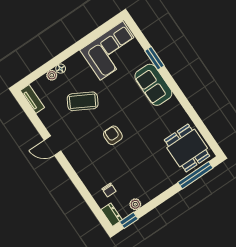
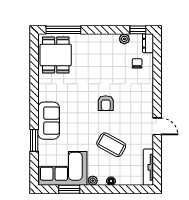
window: (93, 36) -> (69, 189), added
plant: (52, 75) -> (93, 181), moved
tv unit: (32, 99) -> (148, 167), width x1.41

